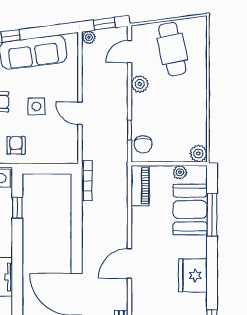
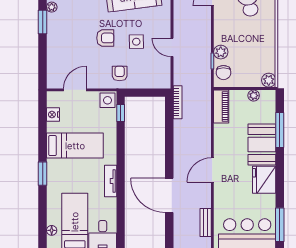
plant: (140, 84) -> (221, 52), moved
window: (17, 208) -> (121, 113), moved
booth: (190, 209) -> (262, 144), moved

